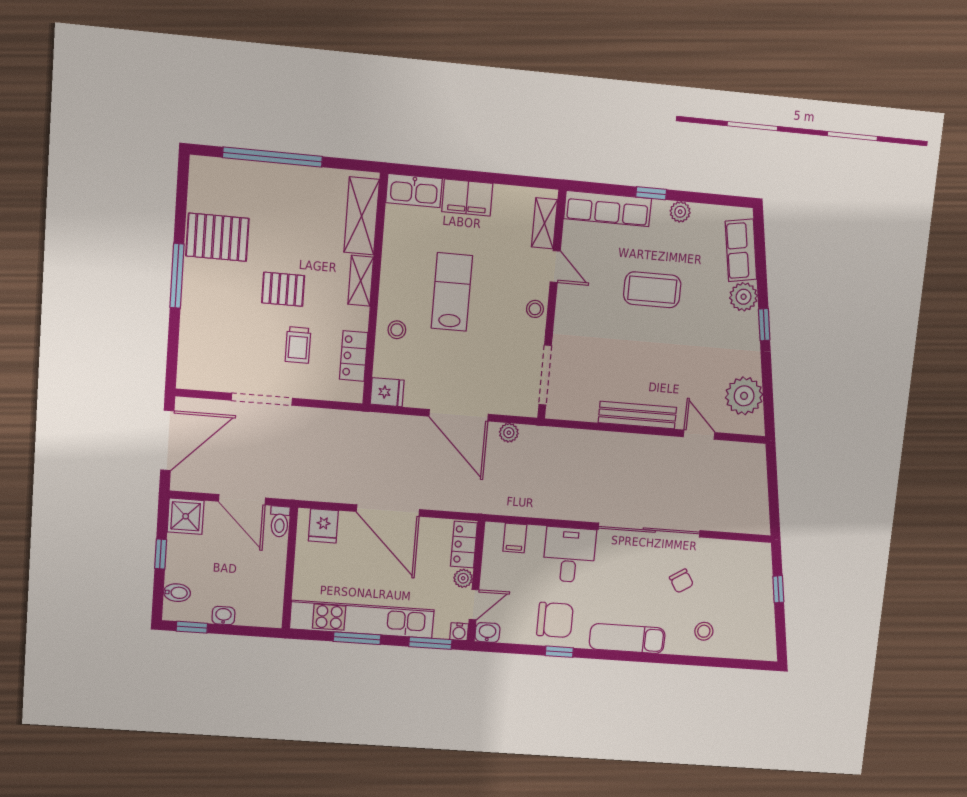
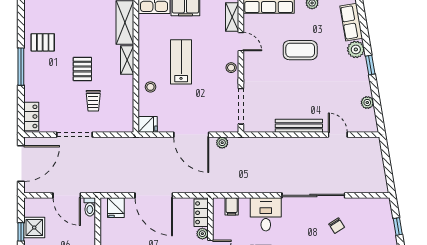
pallet: (217, 237) -> (43, 42), width x0.67, depth x0.71
pallet: (283, 289) -> (82, 69), turned 90
locker: (354, 356) -> (31, 116), moved, turned 180
plant: (744, 396) -> (367, 103), width x0.53, depth x0.53
shower: (186, 516) -> (34, 228), moved

